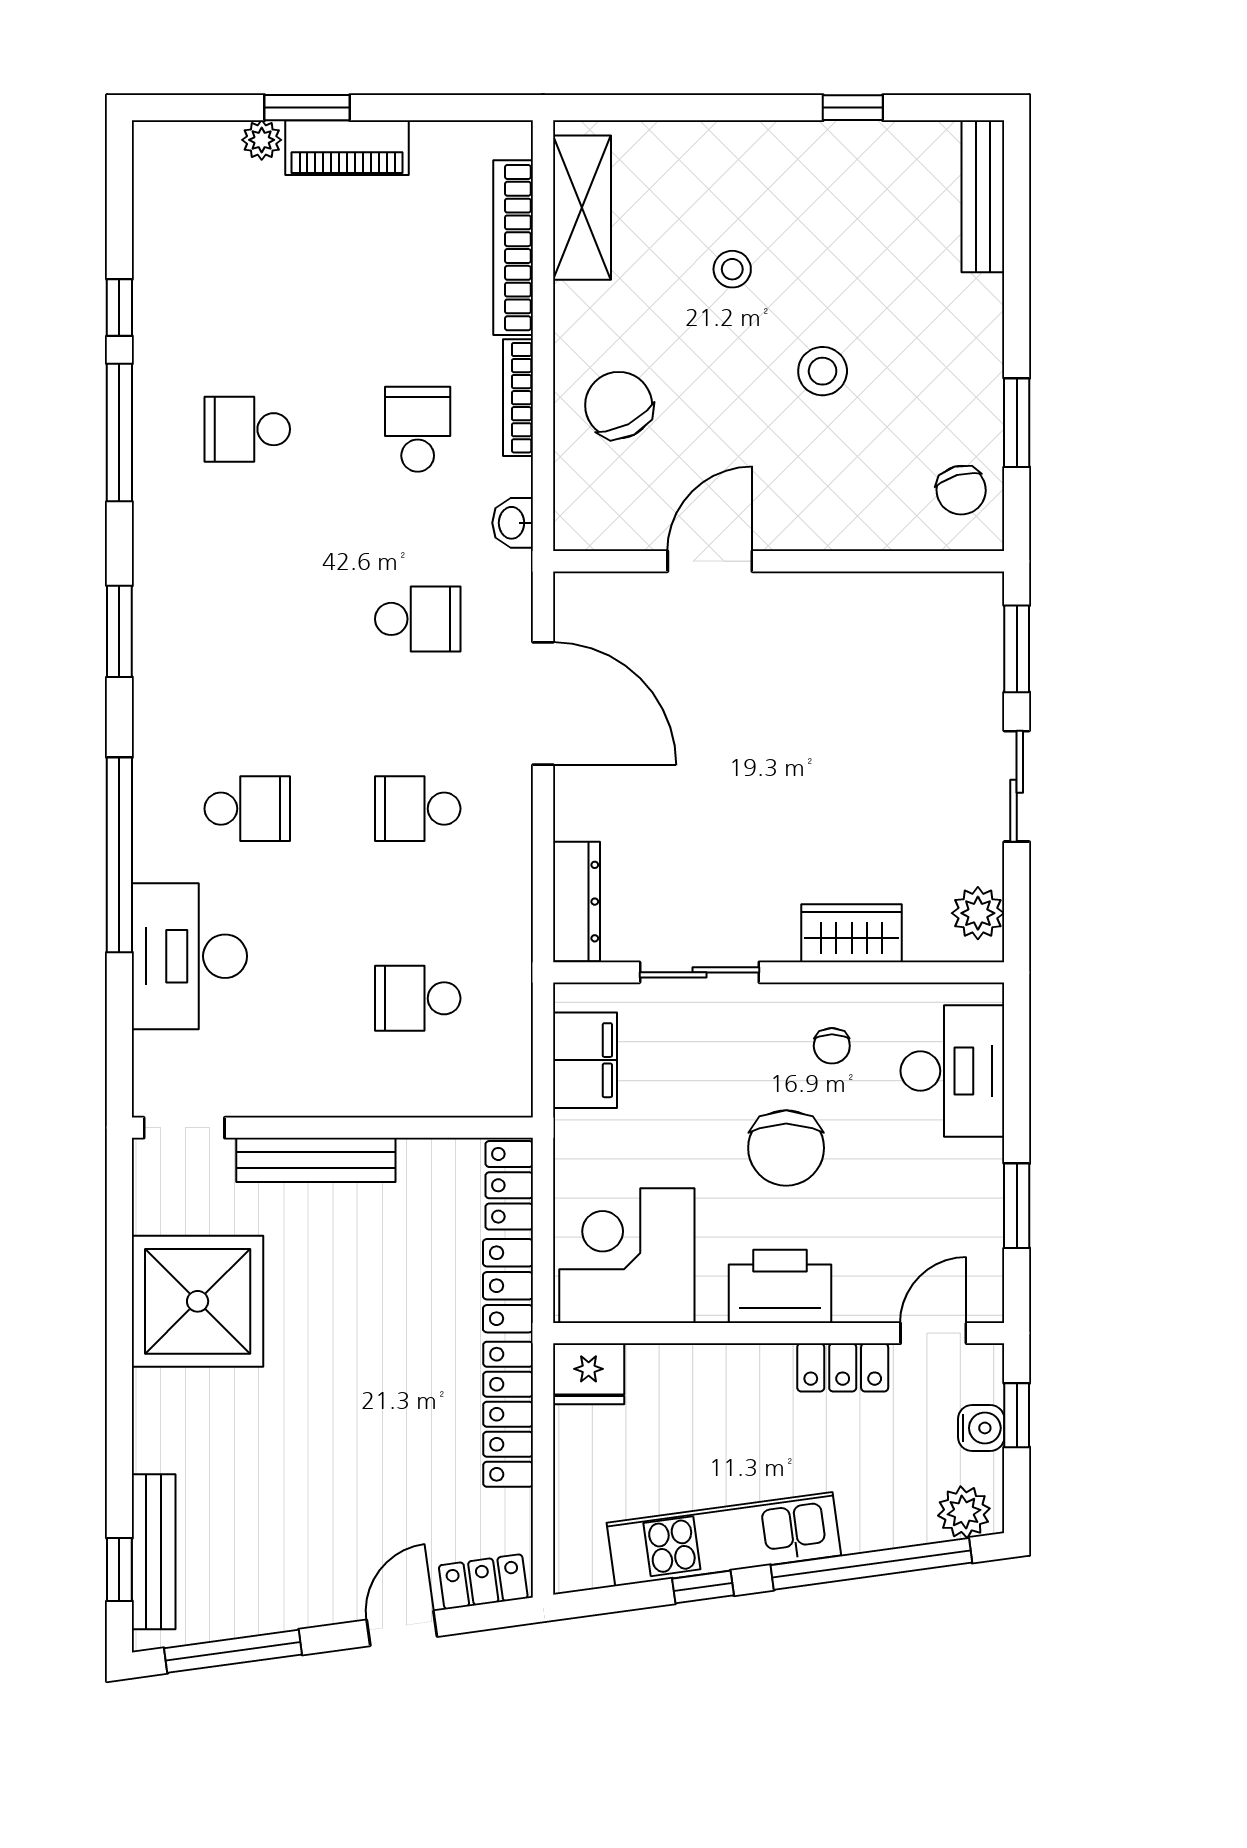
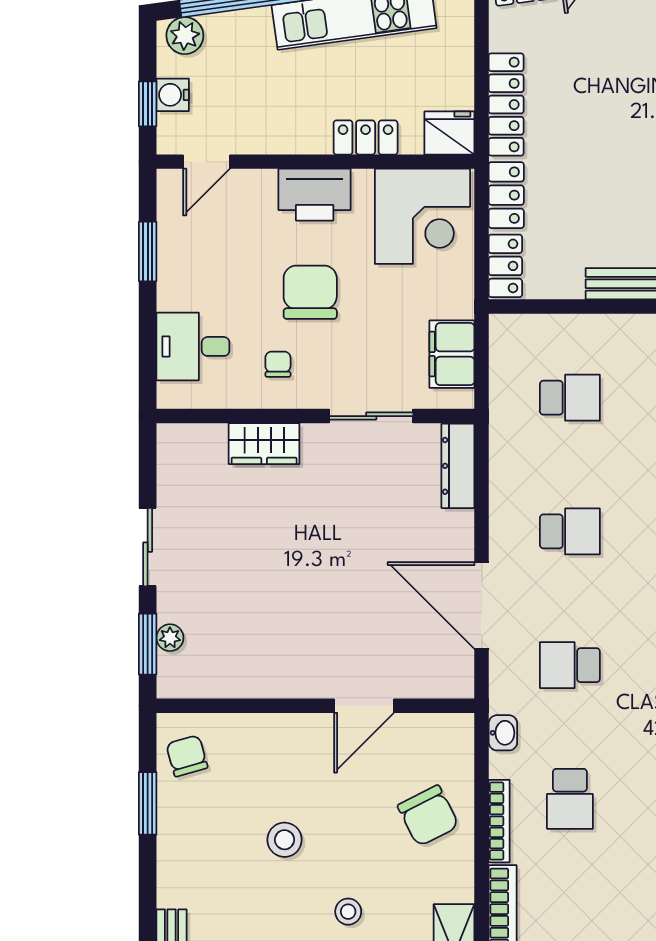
plant: (978, 913) -> (170, 638), moved, width x0.73, depth x0.73
desk: (952, 1071) -> (193, 346), width x0.73
locker: (843, 1367) -> (366, 137), moved

